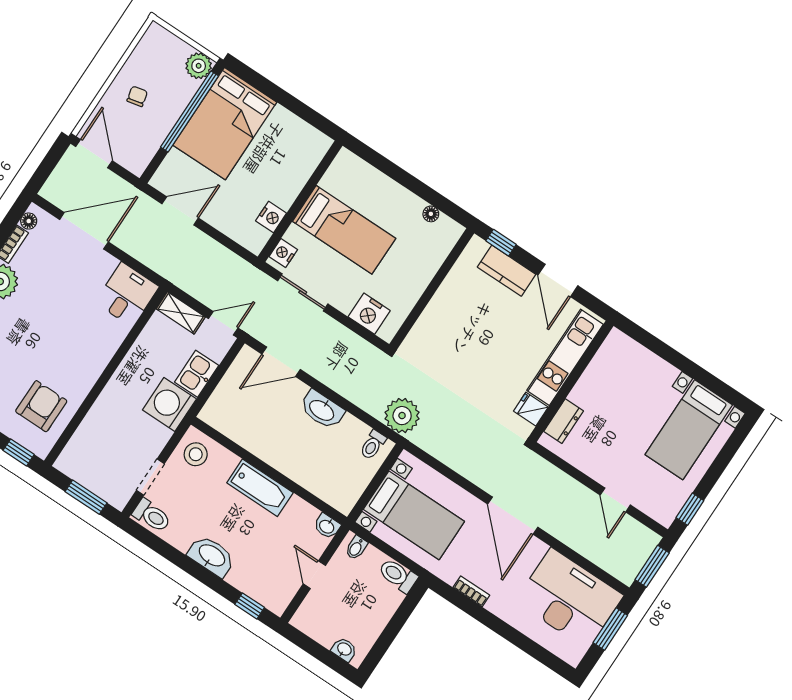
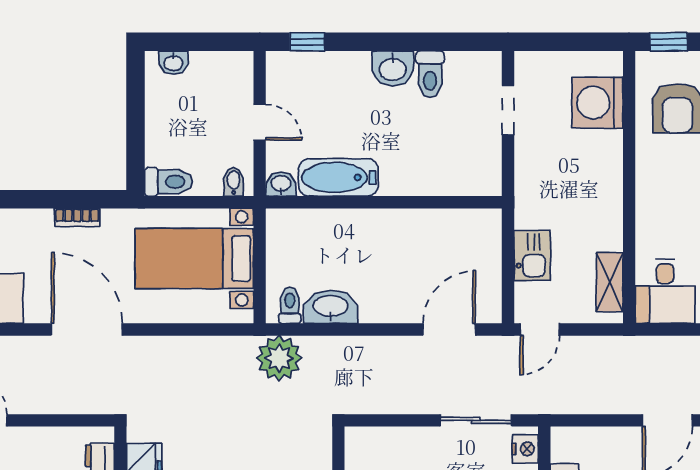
shelving: (181, 313) -> (610, 282), moved, turned 90
nightstand: (369, 314) -> (388, 445), removed
washing machine: (169, 404) -> (597, 103), moved, turned 180
washbasin: (322, 410) -> (331, 307), moved
stool: (196, 454) -> (475, 167), removed
bathtub: (260, 488) -> (338, 177), moved
window: (86, 497) -> (563, 42), removed
toilet: (152, 516) -> (430, 74), moved, turned -90
washbasin: (212, 556) -> (393, 69), width x0.72

